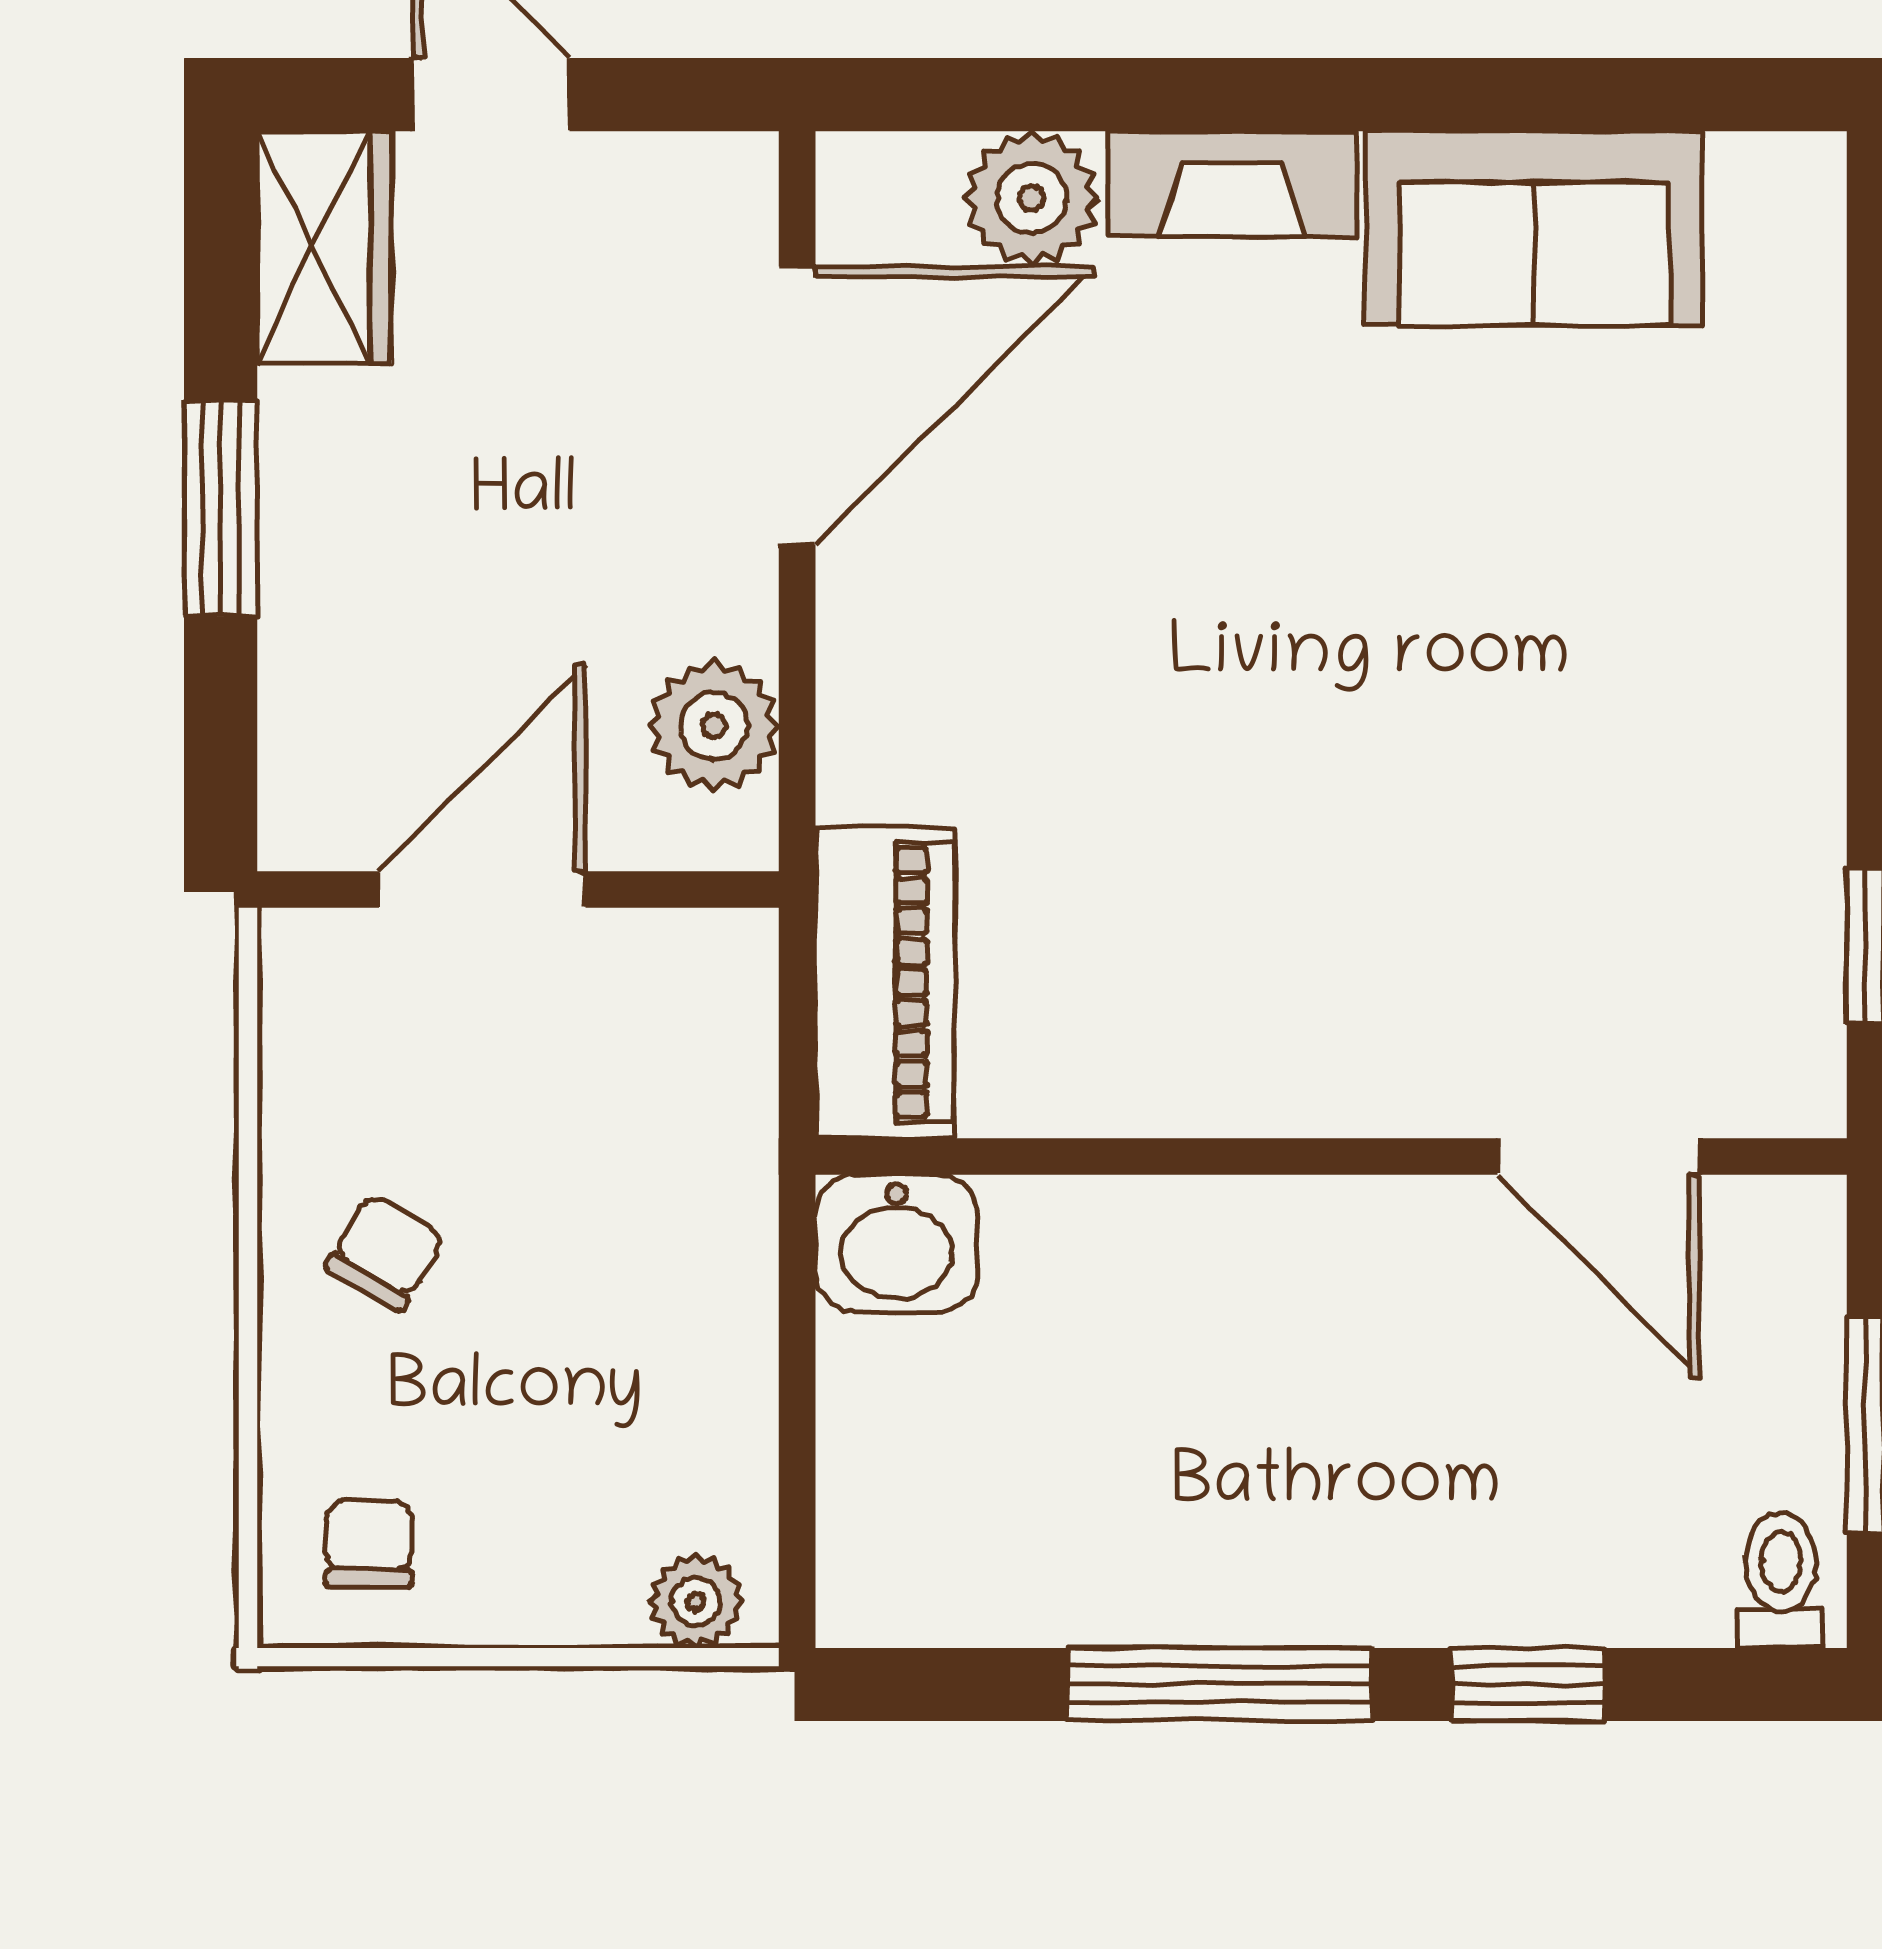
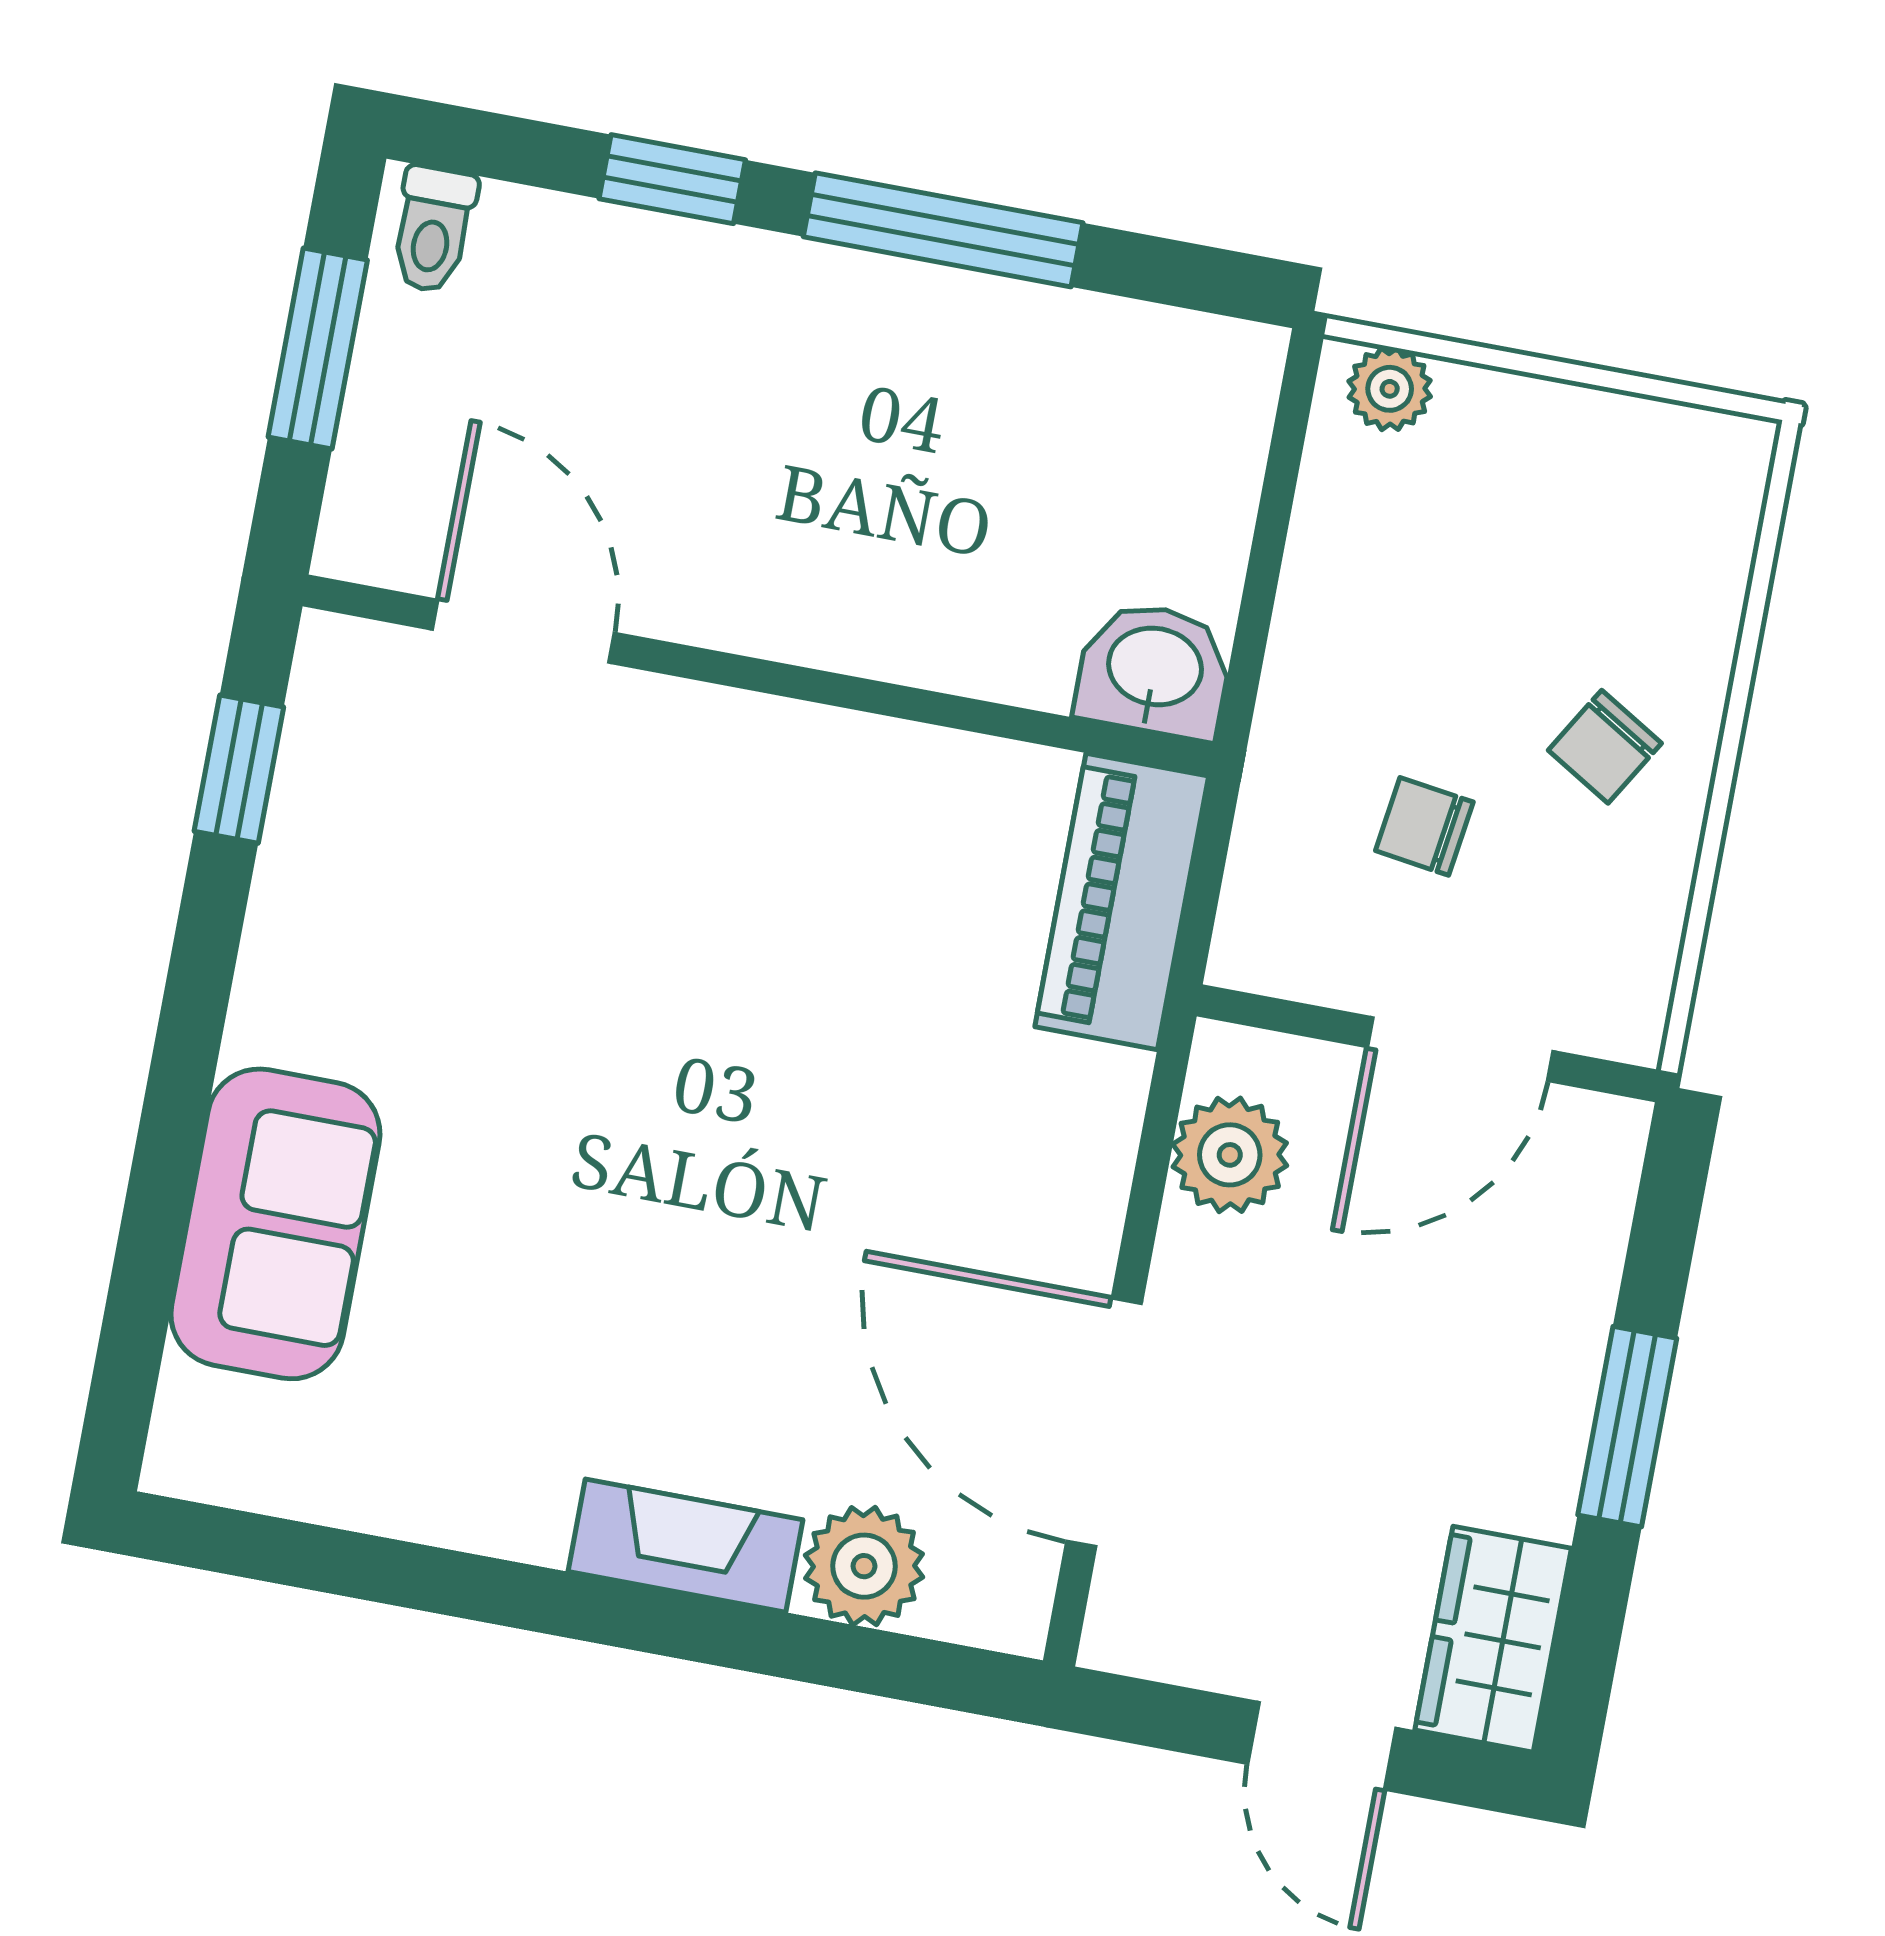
sofa: (1534, 228) -> (275, 1224), moved, turned 90
door: (797, 406) -> (1104, 1422), hinge flipped
chair: (369, 1544) -> (1424, 826), moved, turned 98

